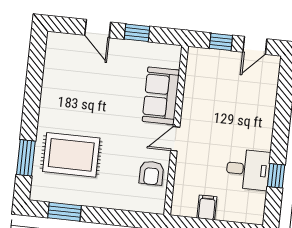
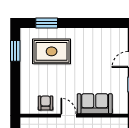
rug: (71, 155) -> (52, 51), turned 90
armchair: (151, 173) -> (45, 103), turned 90

